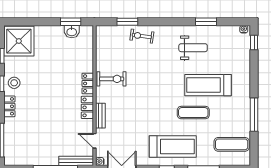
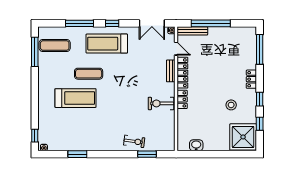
window: (71, 22) -> (197, 154), removed
weight bench: (193, 48) -> (89, 131), removed
stool: (14, 83) -> (231, 105), moved
locker: (87, 107) -> (182, 73), width x1.53
window: (254, 115) -> (35, 52), moved

